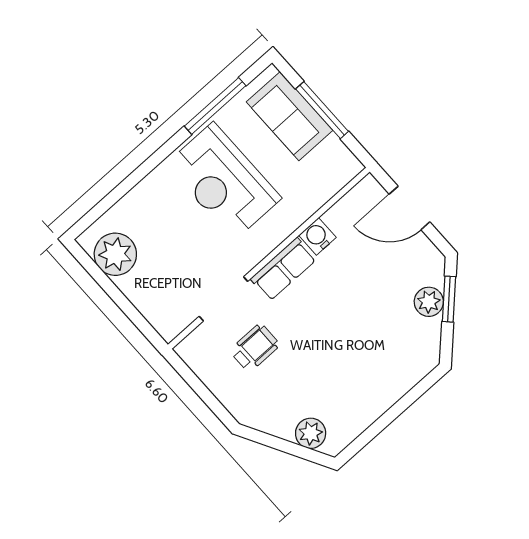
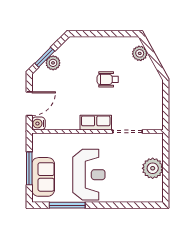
door: (410, 208) -> (29, 104), hinge flipped
water cooler: (317, 236) -> (39, 124), moved, turned 90
plant: (115, 254) -> (153, 168), moved
wheelchair: (255, 348) -> (108, 79), moved

